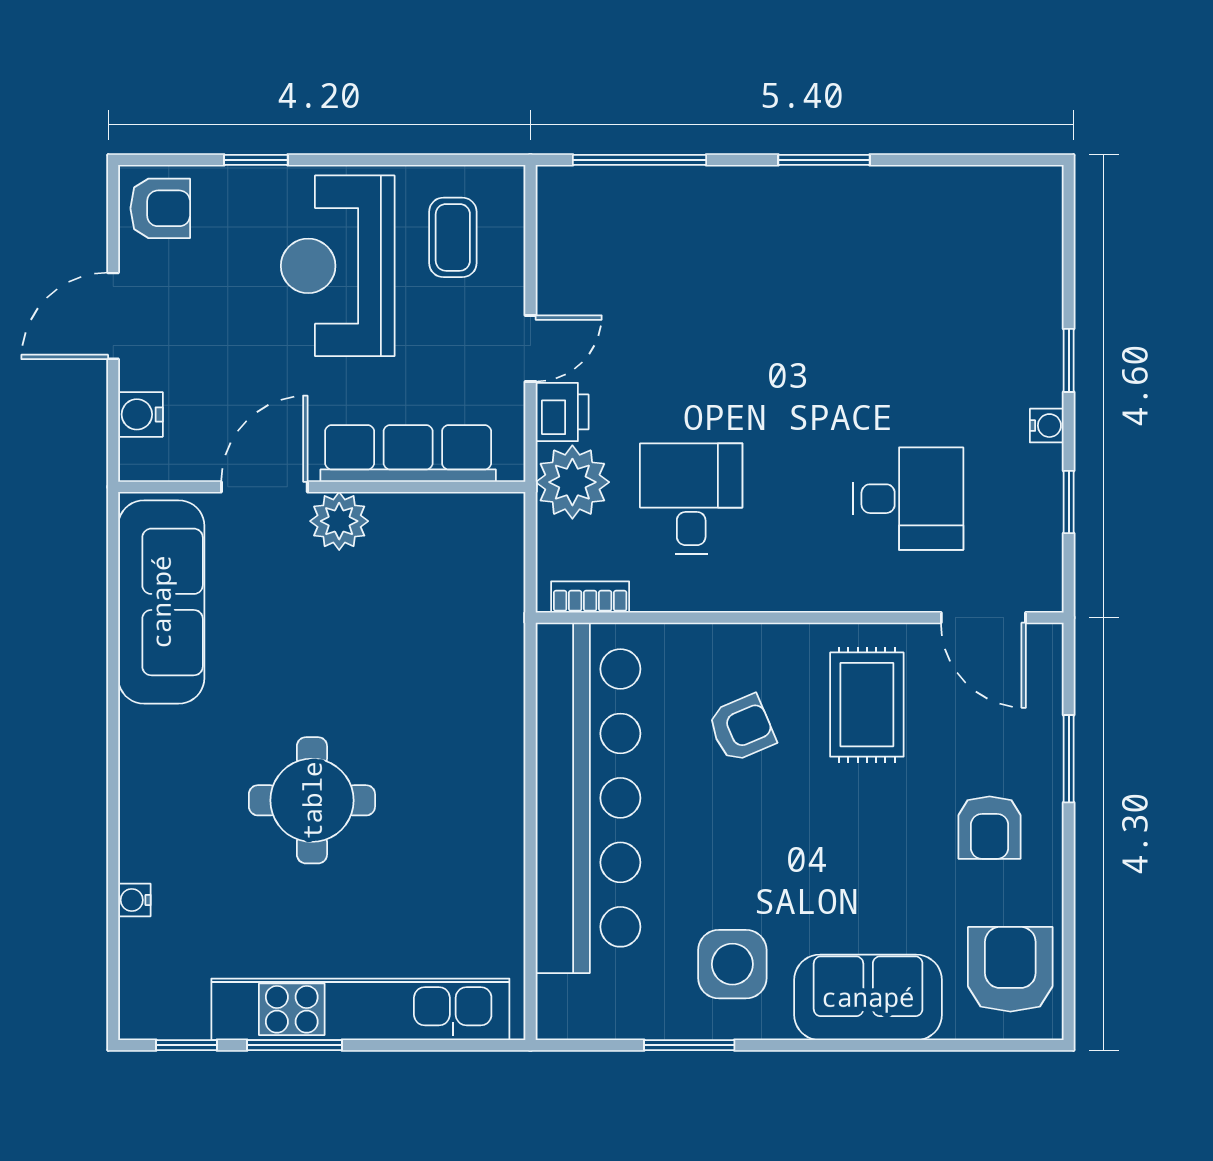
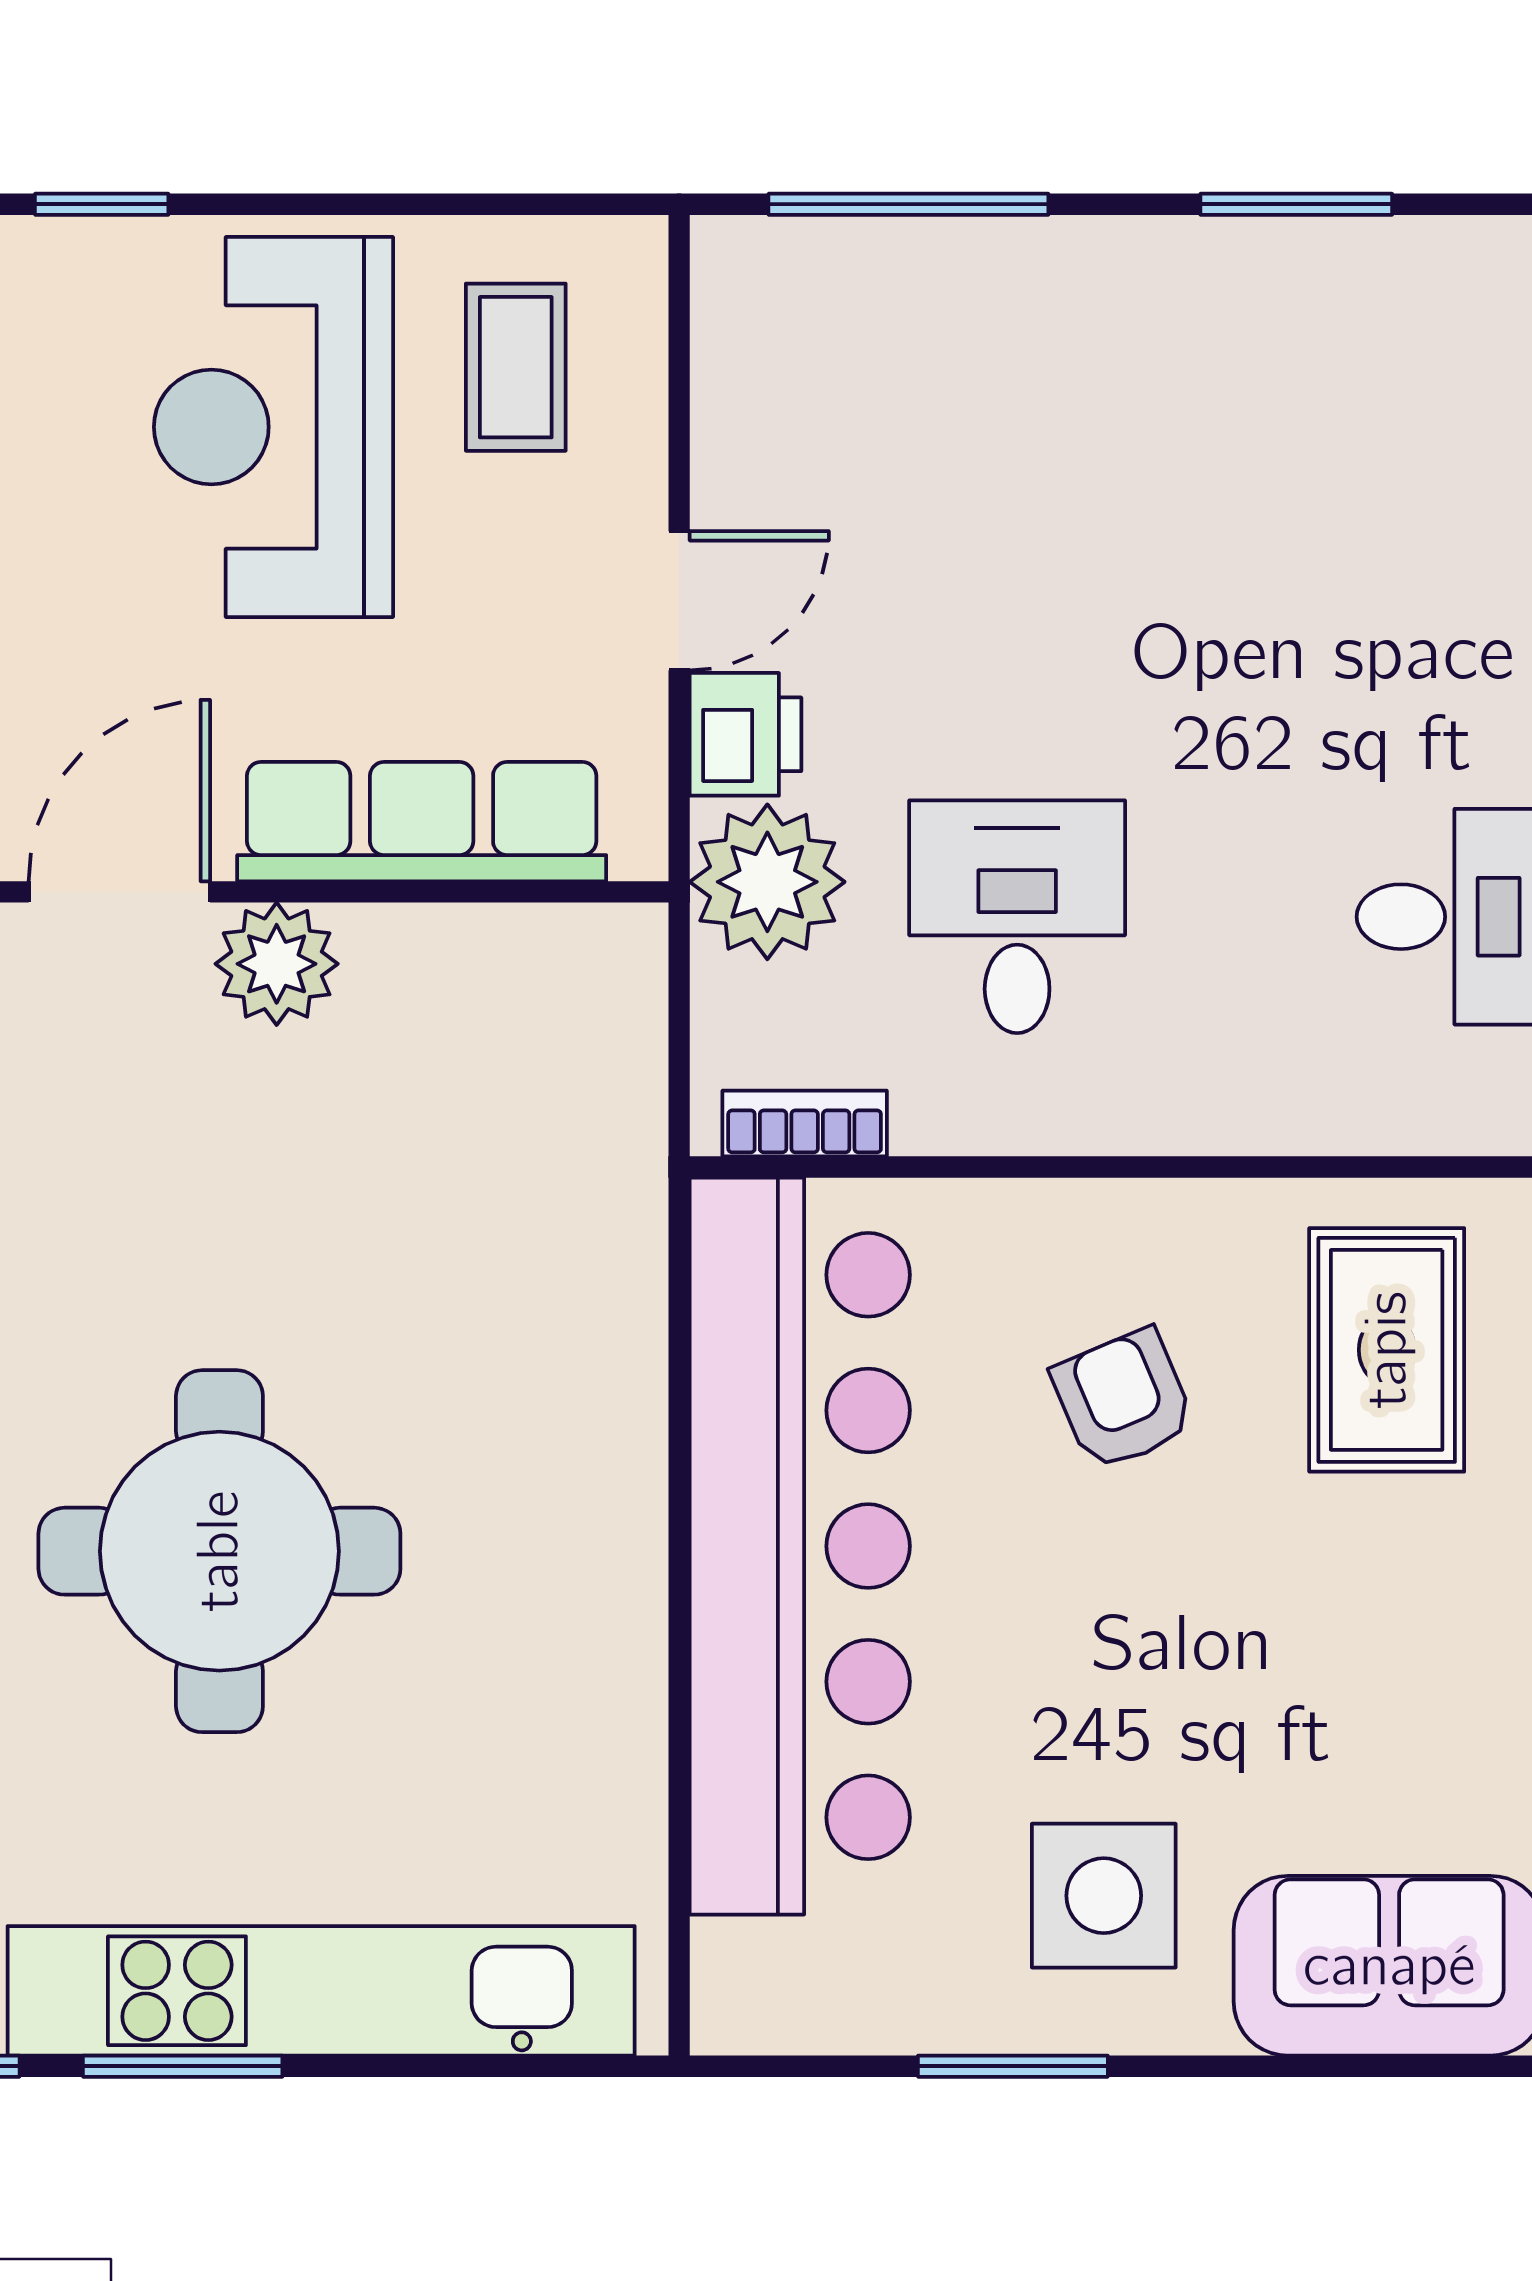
armchair: (742, 728) -> (1123, 1400), turned -90
round table: (312, 800) -> (219, 1551), width x1.36, depth x1.36

